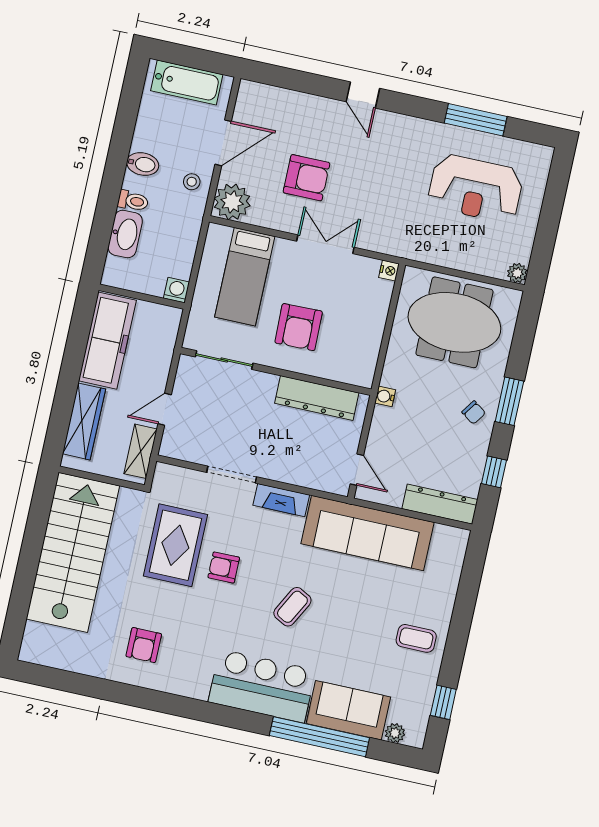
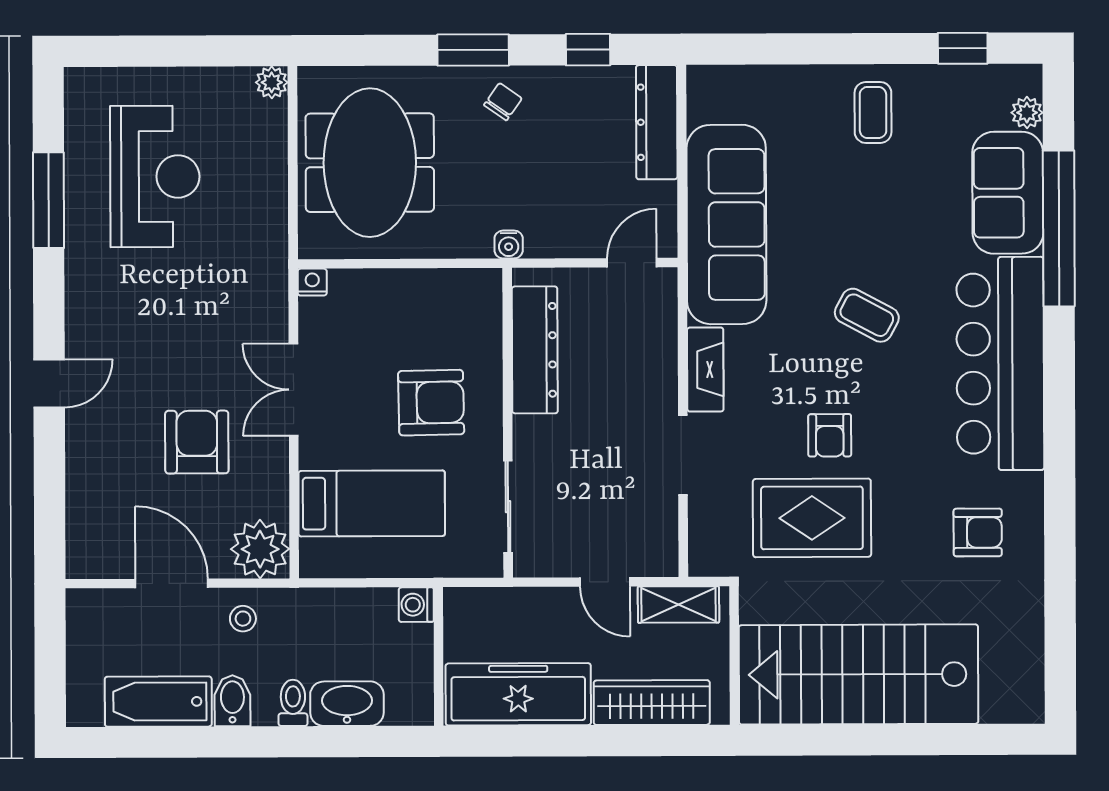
bathtub: (187, 83) -> (158, 702), moved, turned -90
bar counter: (262, 686) -> (1000, 364), width x1.36

